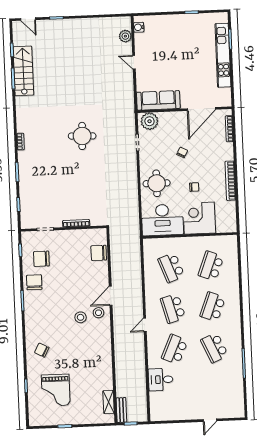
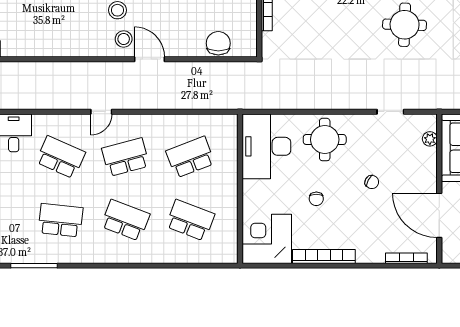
plant: (149, 121) -> (430, 139), width x0.53, depth x0.53
corner desk: (199, 218) -> (267, 239), moved, turned -90
door: (145, 325) -> (101, 112), swing flipped
school desk: (214, 348) -> (61, 220), turned 30

